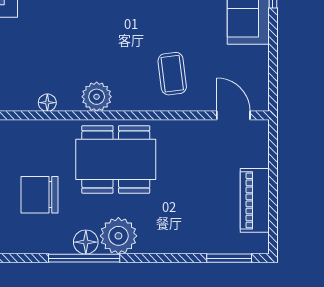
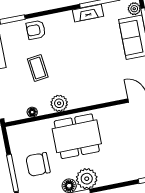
coffee table: (172, 74) -> (38, 68), moved

